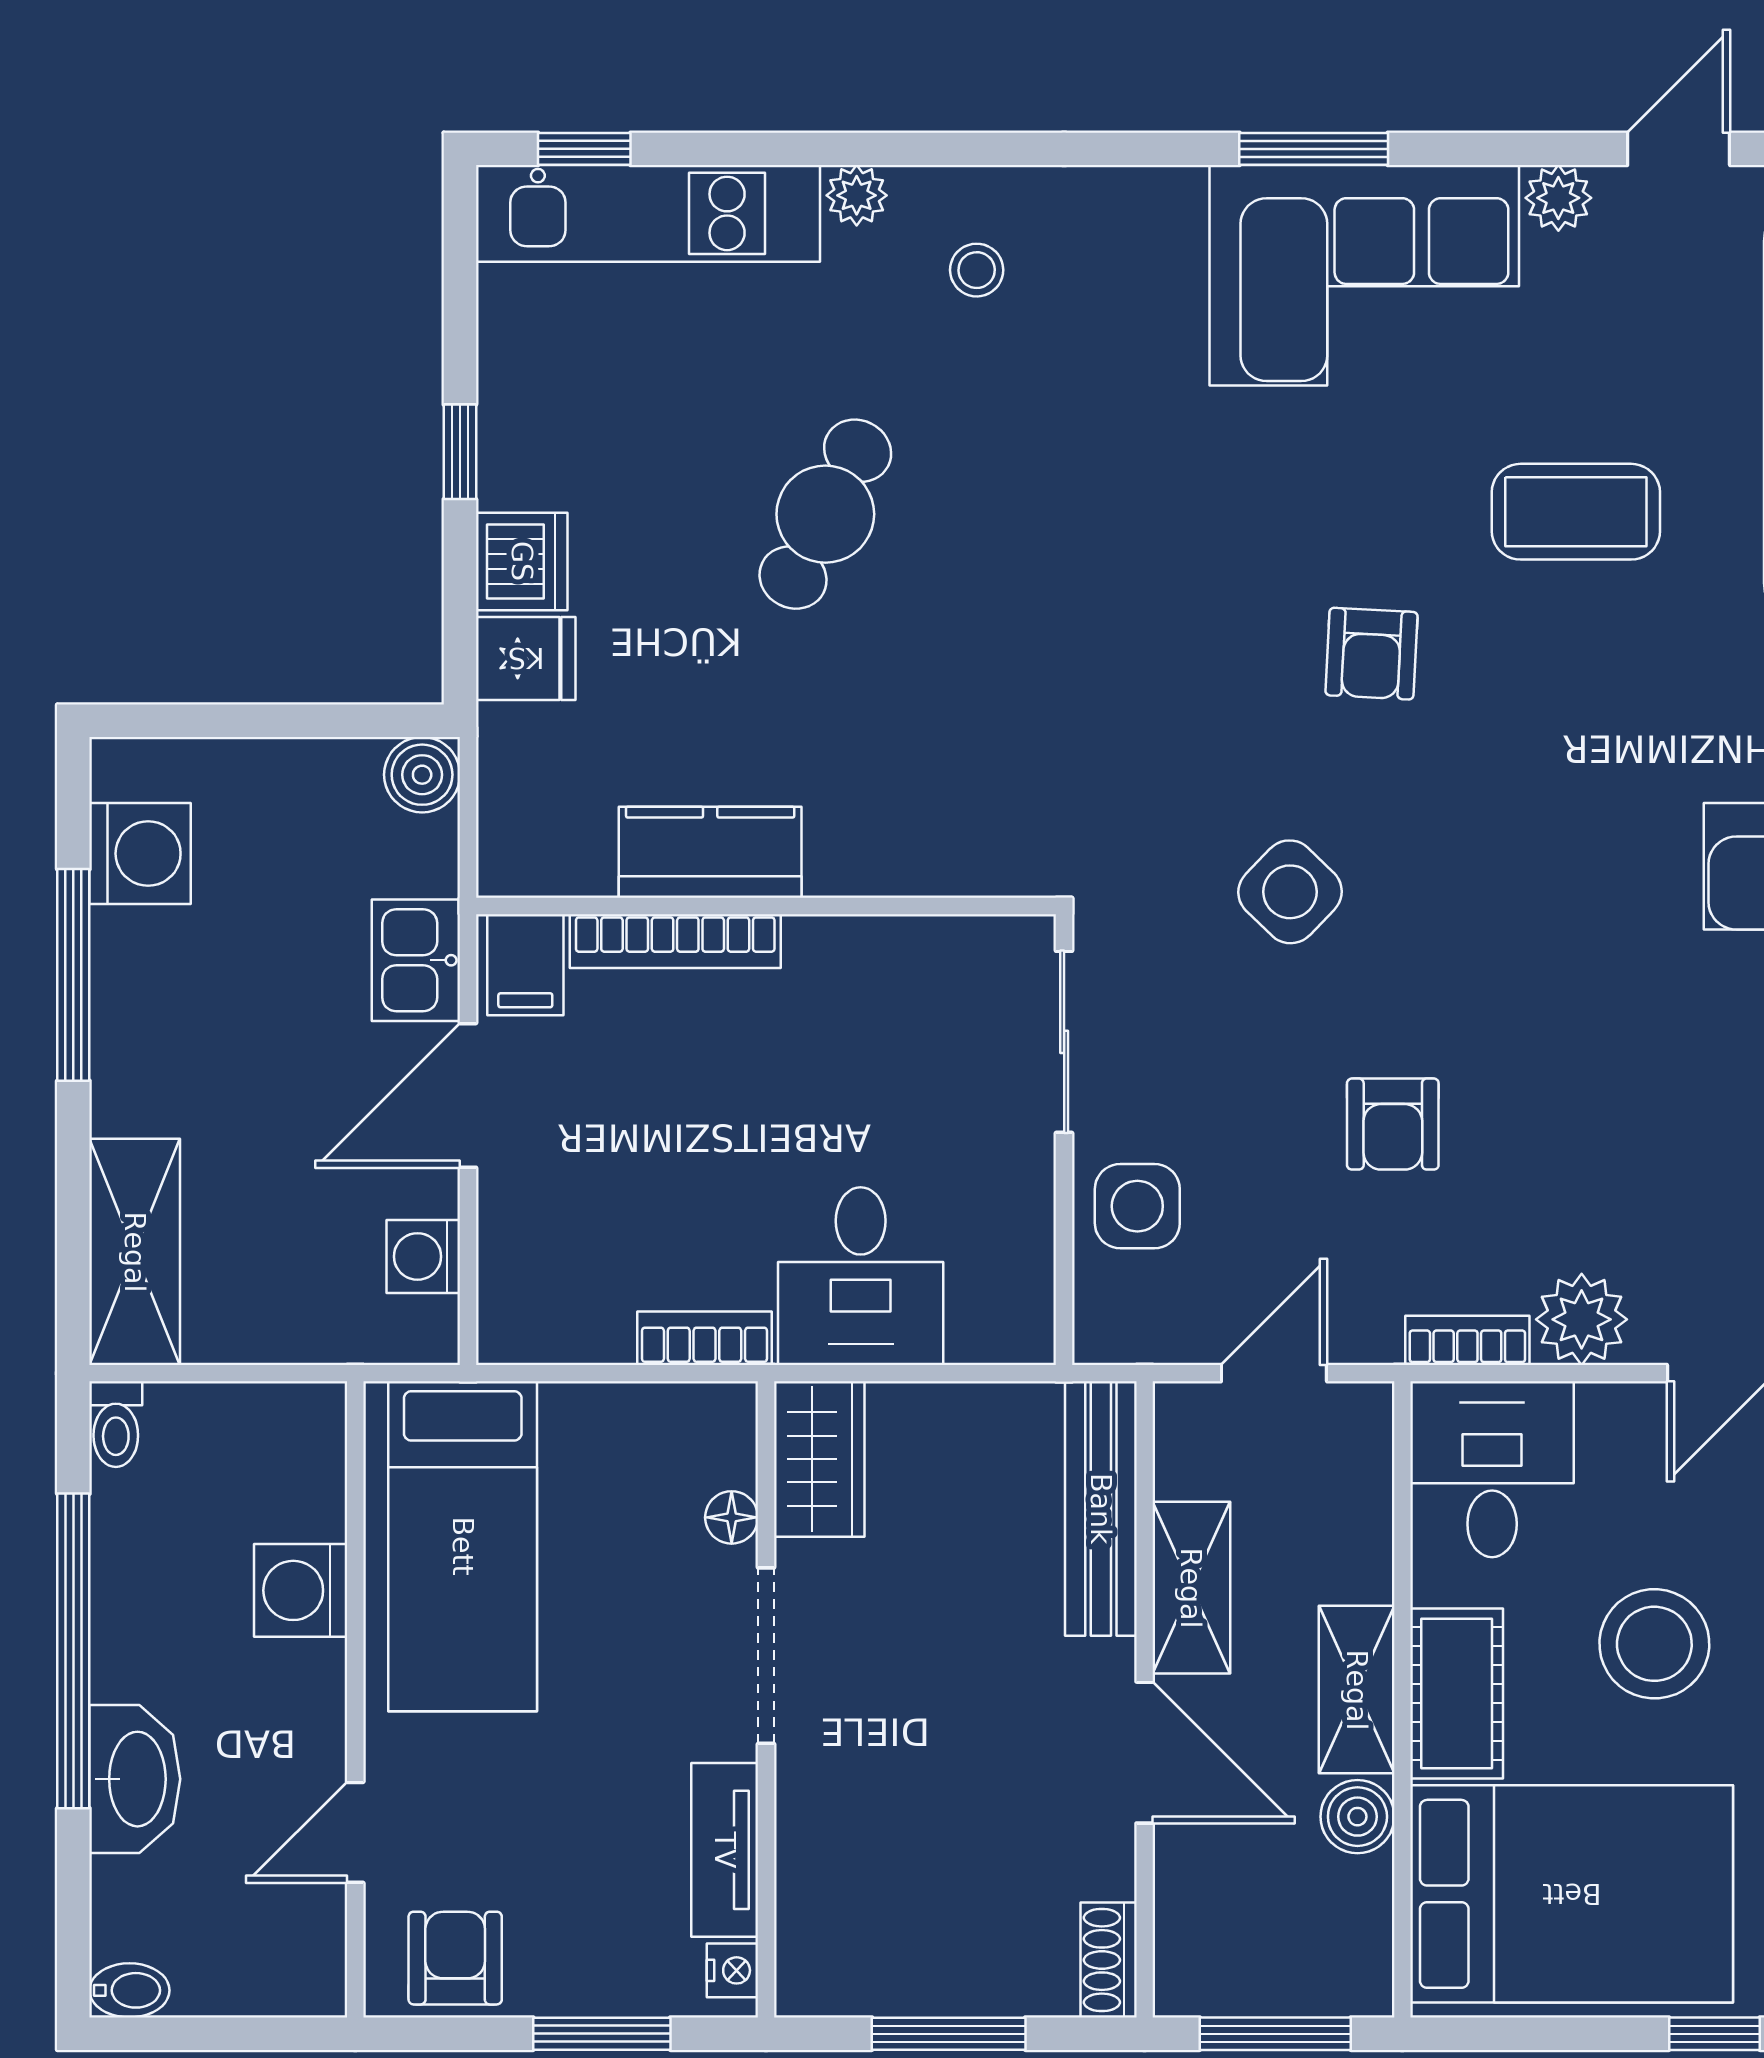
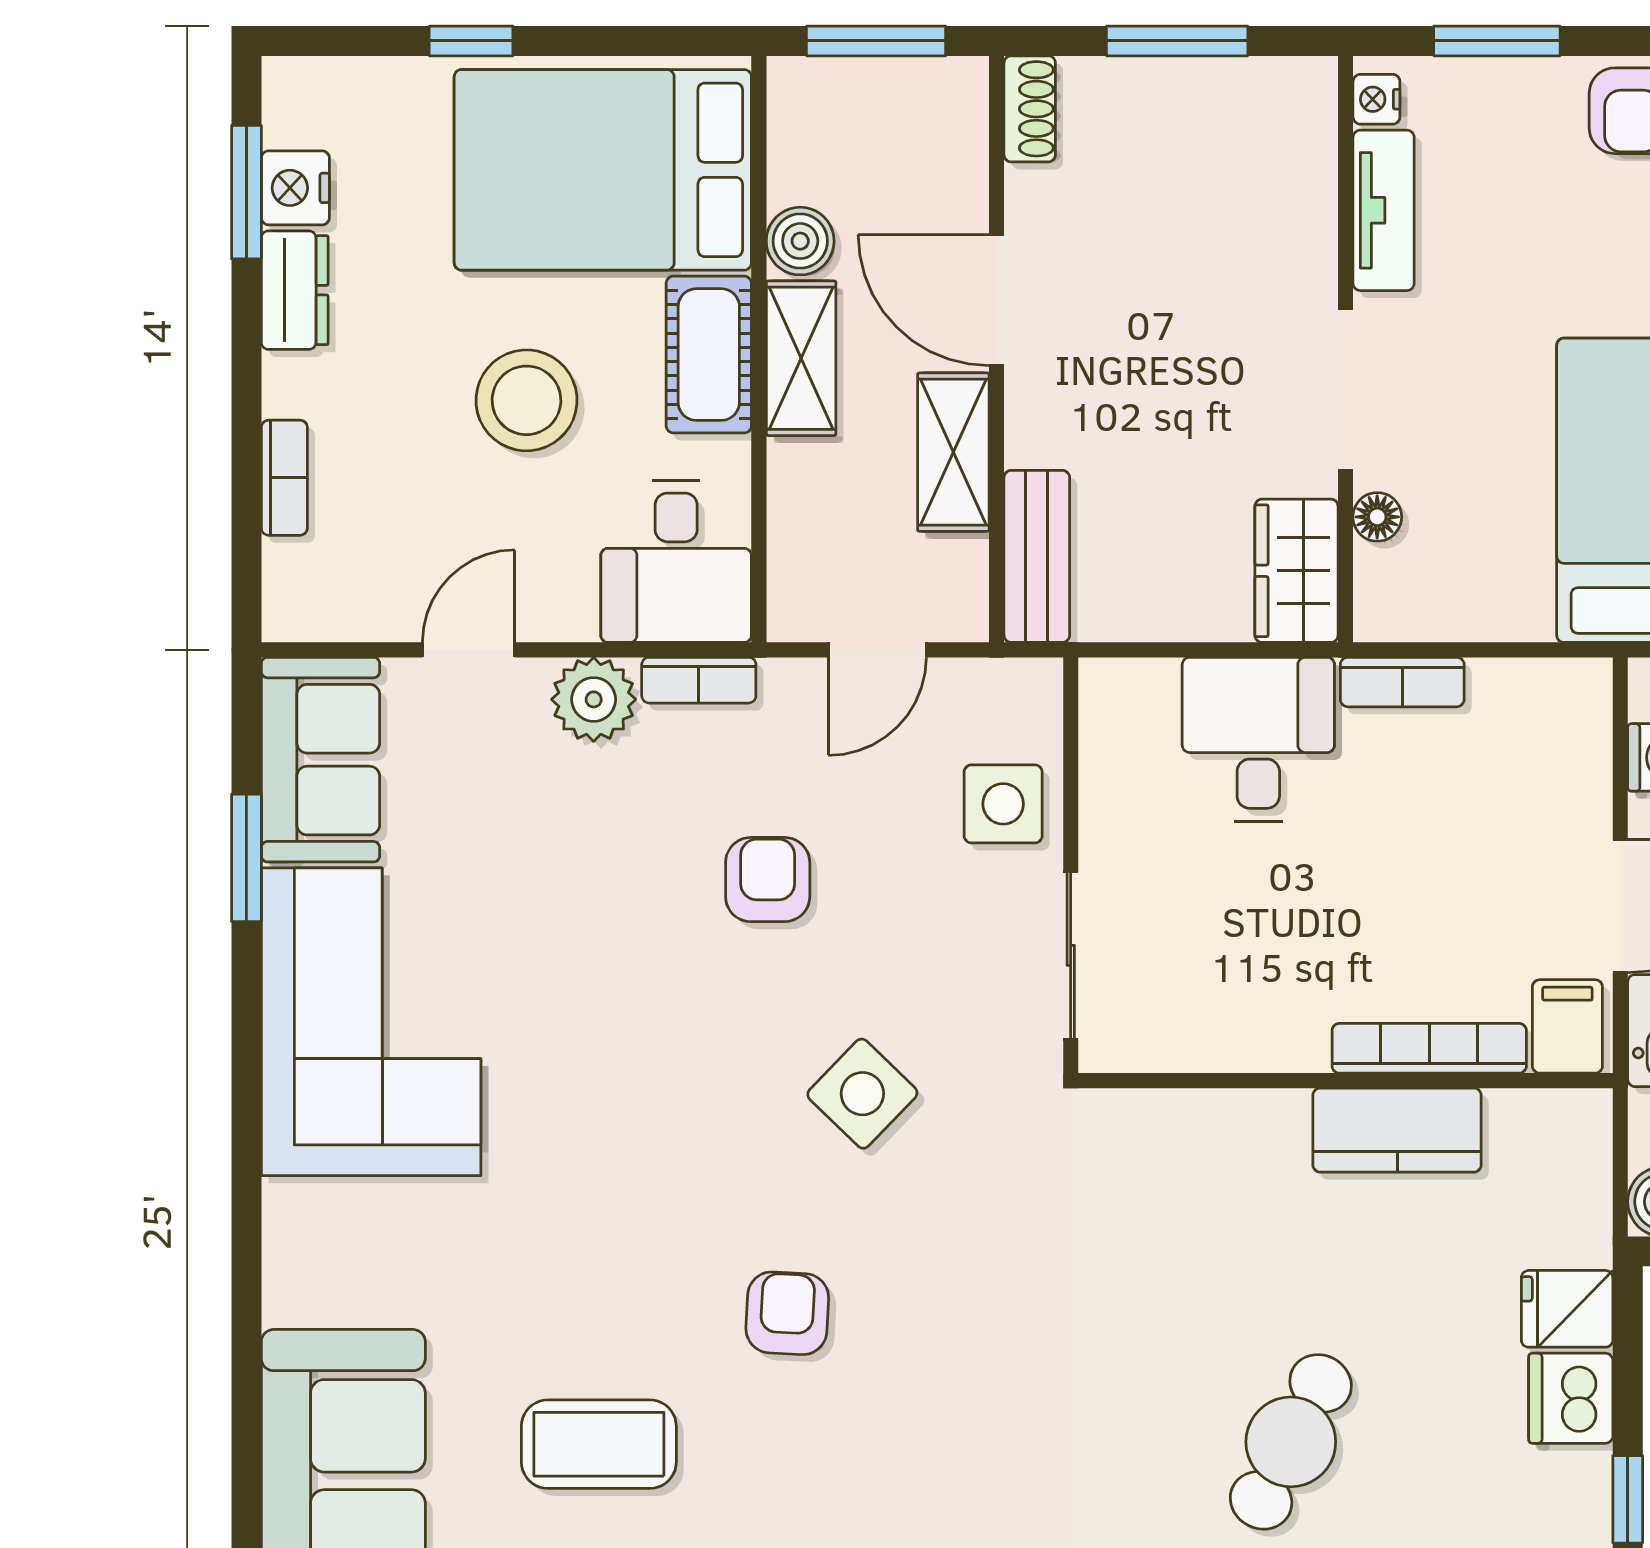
bench: (1101, 1509) -> (1037, 556), width x0.73

